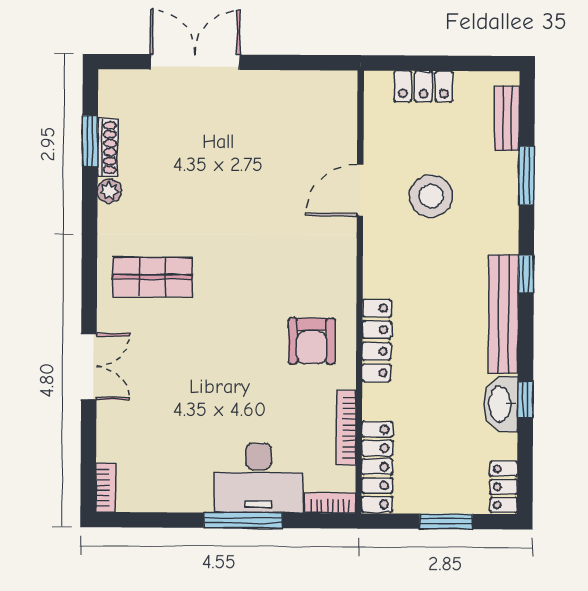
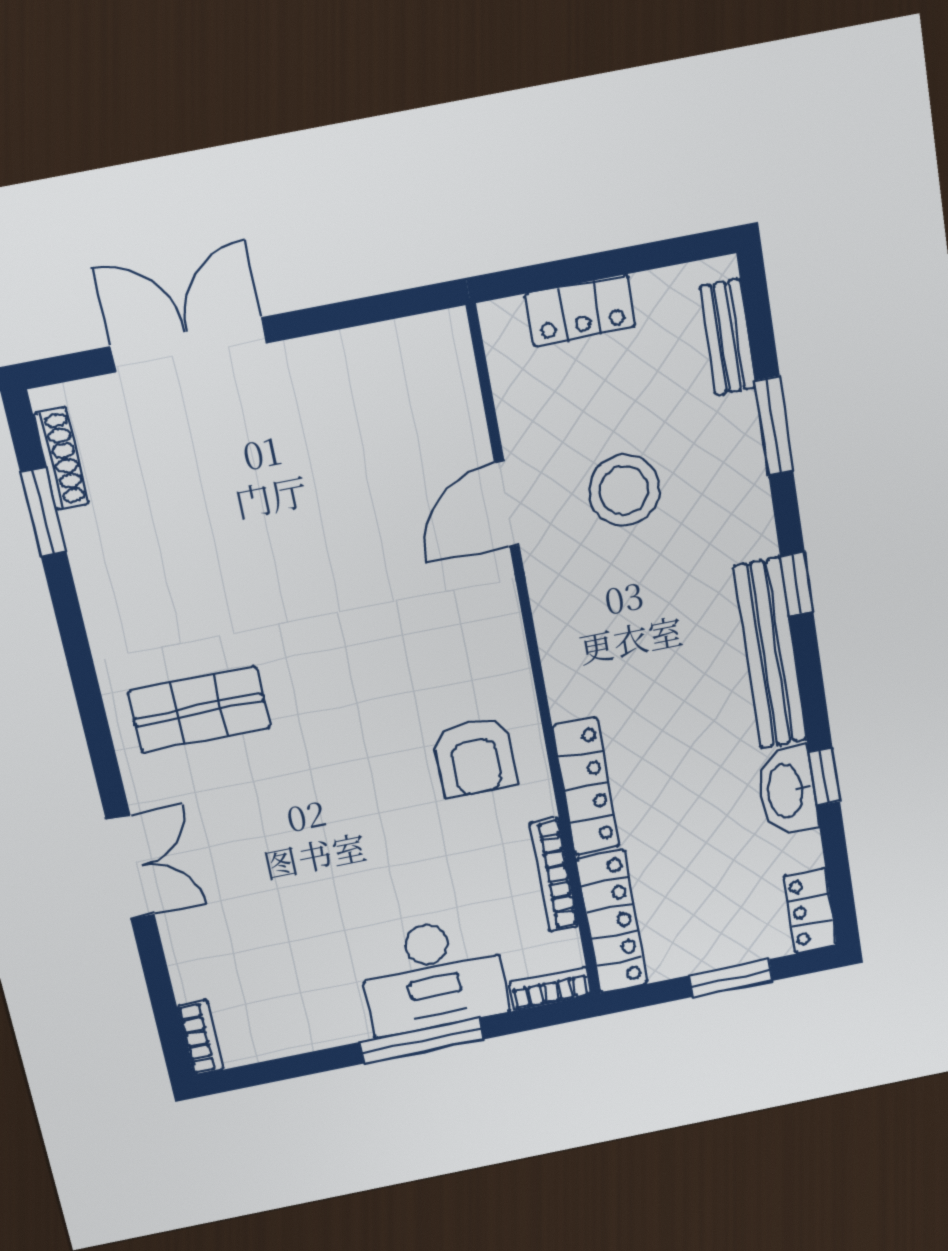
shoe rack: (107, 148) -> (61, 459), moved
plant: (109, 191) -> (96, 588), removed
locker: (377, 341) -> (586, 786), moved

